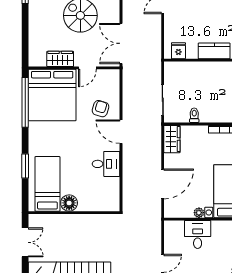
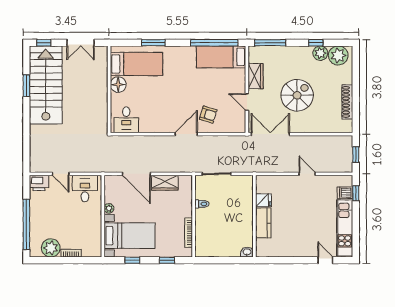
window: (25, 44) -> (270, 43), added
fridge: (178, 51) -> (263, 200), moved
bed: (52, 95) -> (221, 57), width x0.49
wardrobe: (172, 139) -> (165, 183), moved
desk: (106, 164) -> (126, 120), moved
desk: (198, 234) -> (85, 188), moved, turned -90

